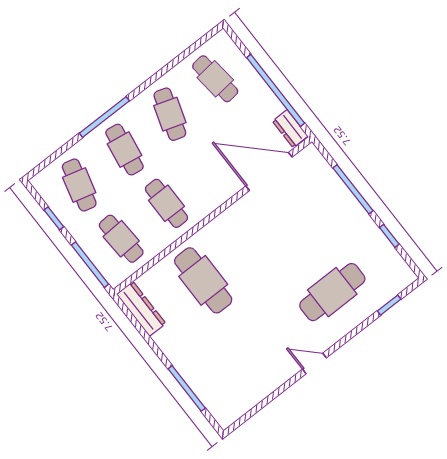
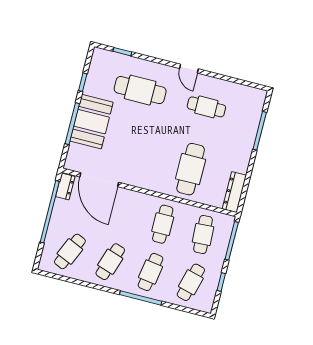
cafe table: (215, 79) -> (70, 251), turned 30
booth: (339, 212) -> (91, 122), added
cafe table: (258, 350) -> (206, 107), added

